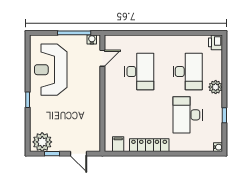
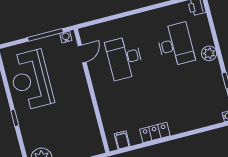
desk: (139, 72) -> (124, 58), turned 180
desk: (188, 115) -> (187, 90), removed
locker: (149, 145) -> (155, 133), width x0.66

